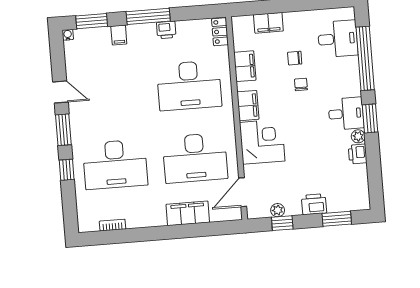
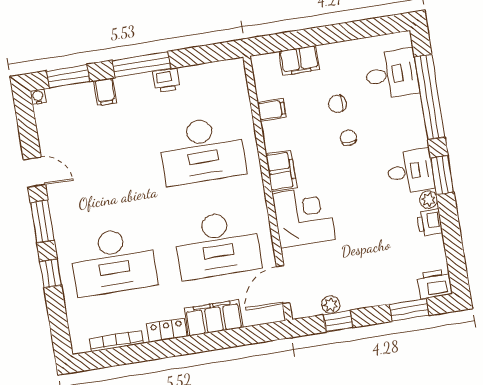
locker: (220, 32) -> (167, 330), moved, turned 90
filing cabinet: (245, 66) -> (272, 110), width x0.50
printer: (314, 204) -> (434, 284), moved
bookcase: (113, 225) -> (116, 341), width x1.56

